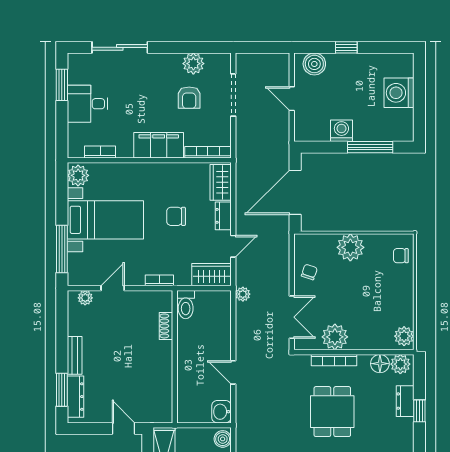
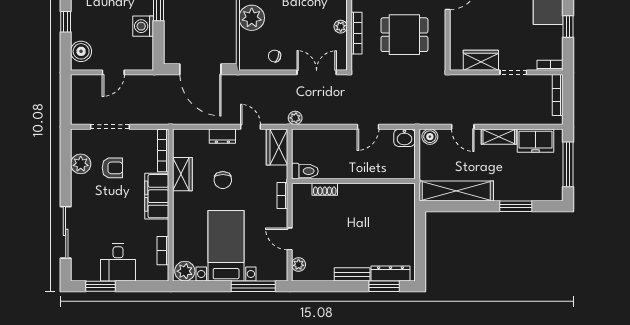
wardrobe: (221, 182) -> (182, 174), moved, turned -90
plant: (335, 337) -> (341, 27), width x0.53, depth x0.53
door: (123, 429) -> (420, 229), removed

